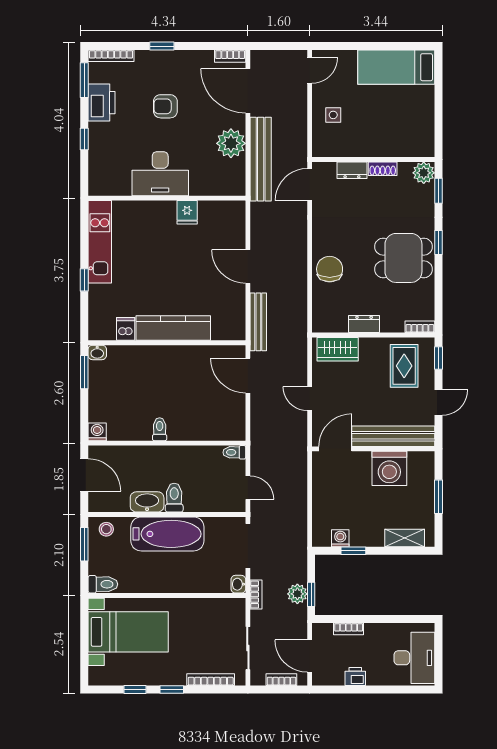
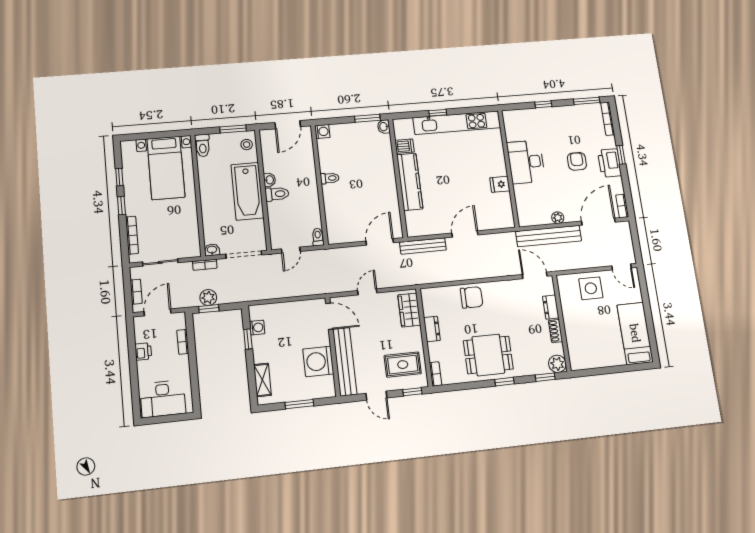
printer: (102, 103) -> (609, 163), moved, turned 90
side table: (333, 115) -> (591, 288), width x1.87, depth x1.87
plant: (231, 143) -> (558, 218), width x0.53, depth x0.53
kitchen unit: (100, 242) -> (457, 123), width x1.36
dining table: (403, 258) -> (488, 355), turned 90
washbasin: (147, 502) -> (269, 180), width x0.52, depth x0.69

